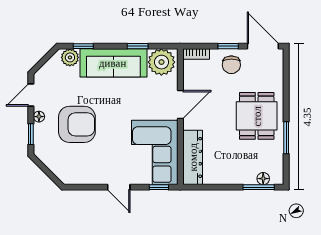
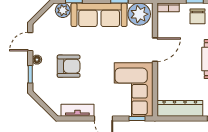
armchair: (77, 124) -> (69, 66), width x0.73, depth x0.73
dresser: (193, 157) -> (180, 108), moved, turned -90
tv unit: (88, 177) -> (77, 110), added

